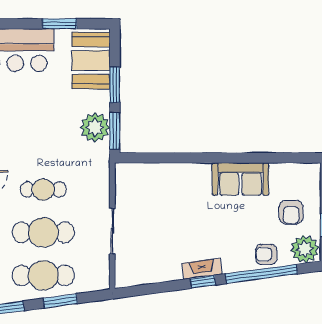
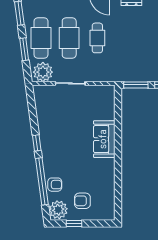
plant: (95, 127) -> (43, 72), moved
sofa: (240, 179) -> (104, 139), moved
armchair: (266, 254) -> (55, 185), turned 90
fireplace: (202, 269) -> (45, 142), removed

